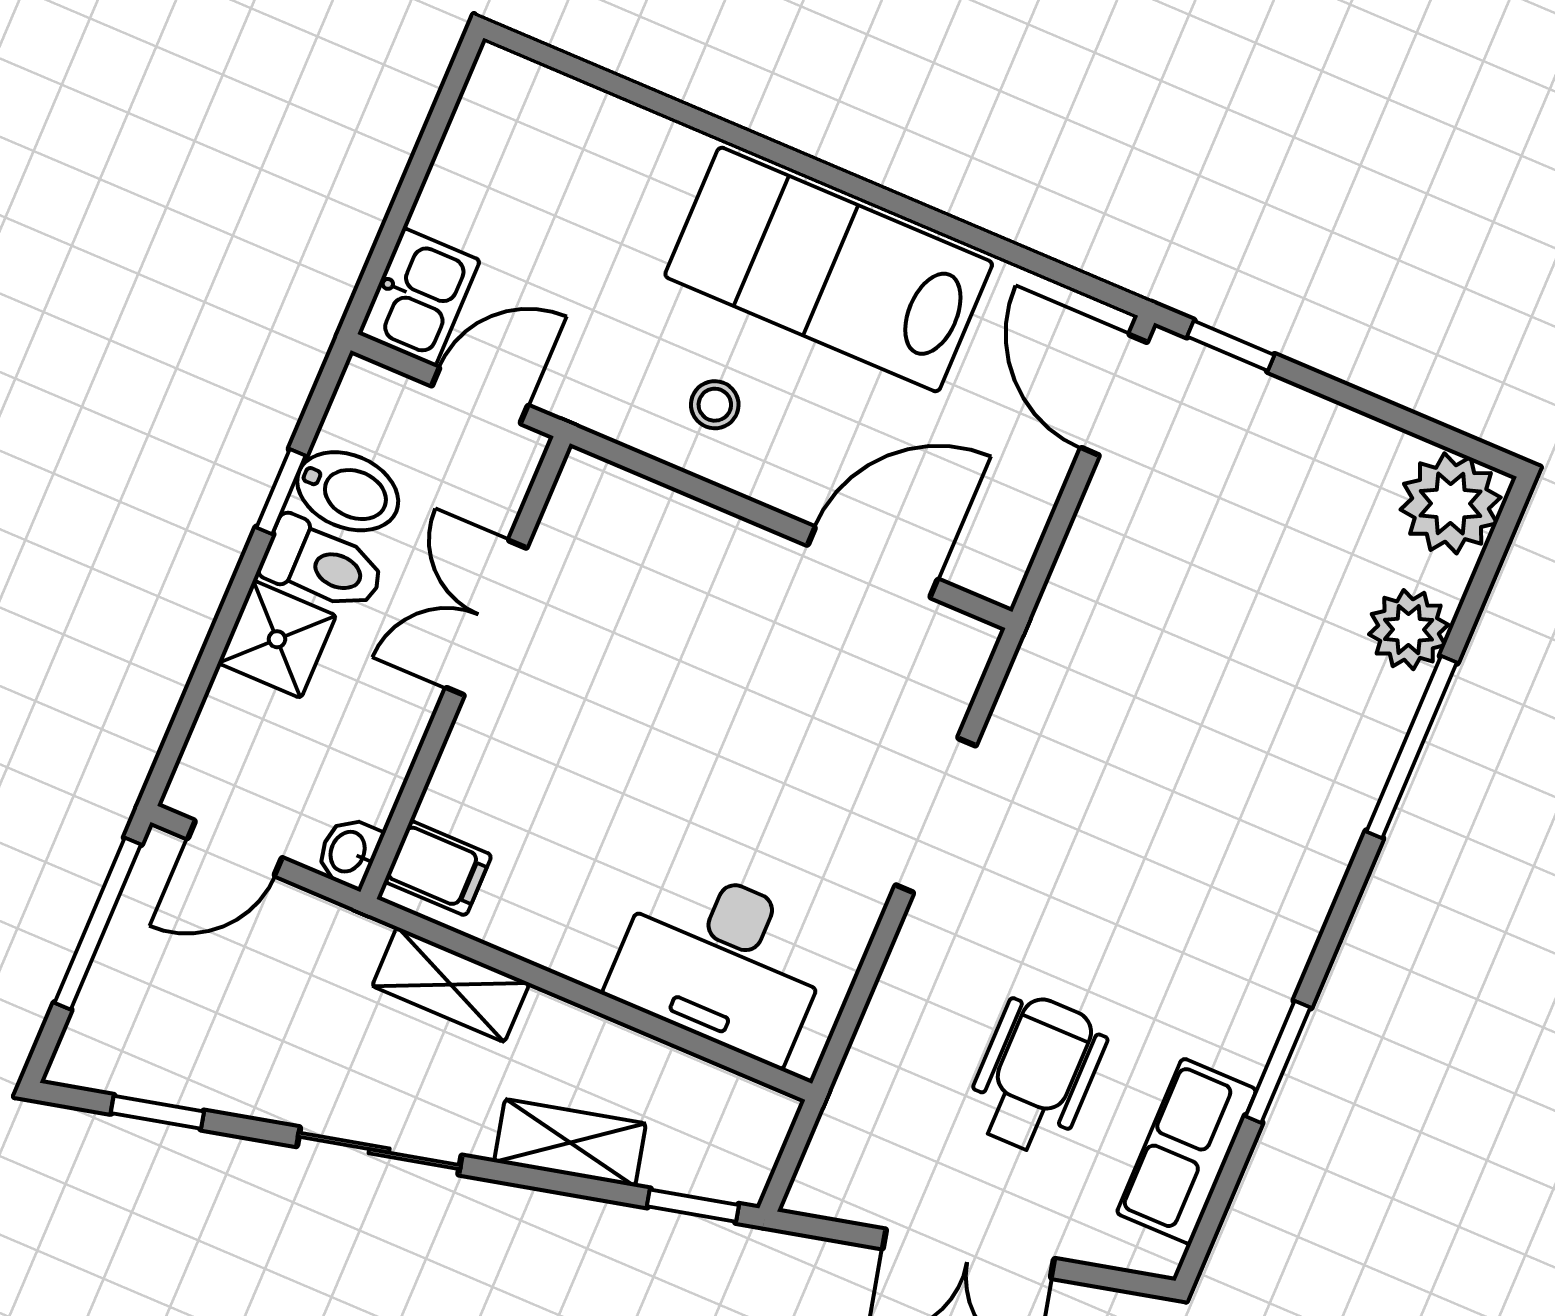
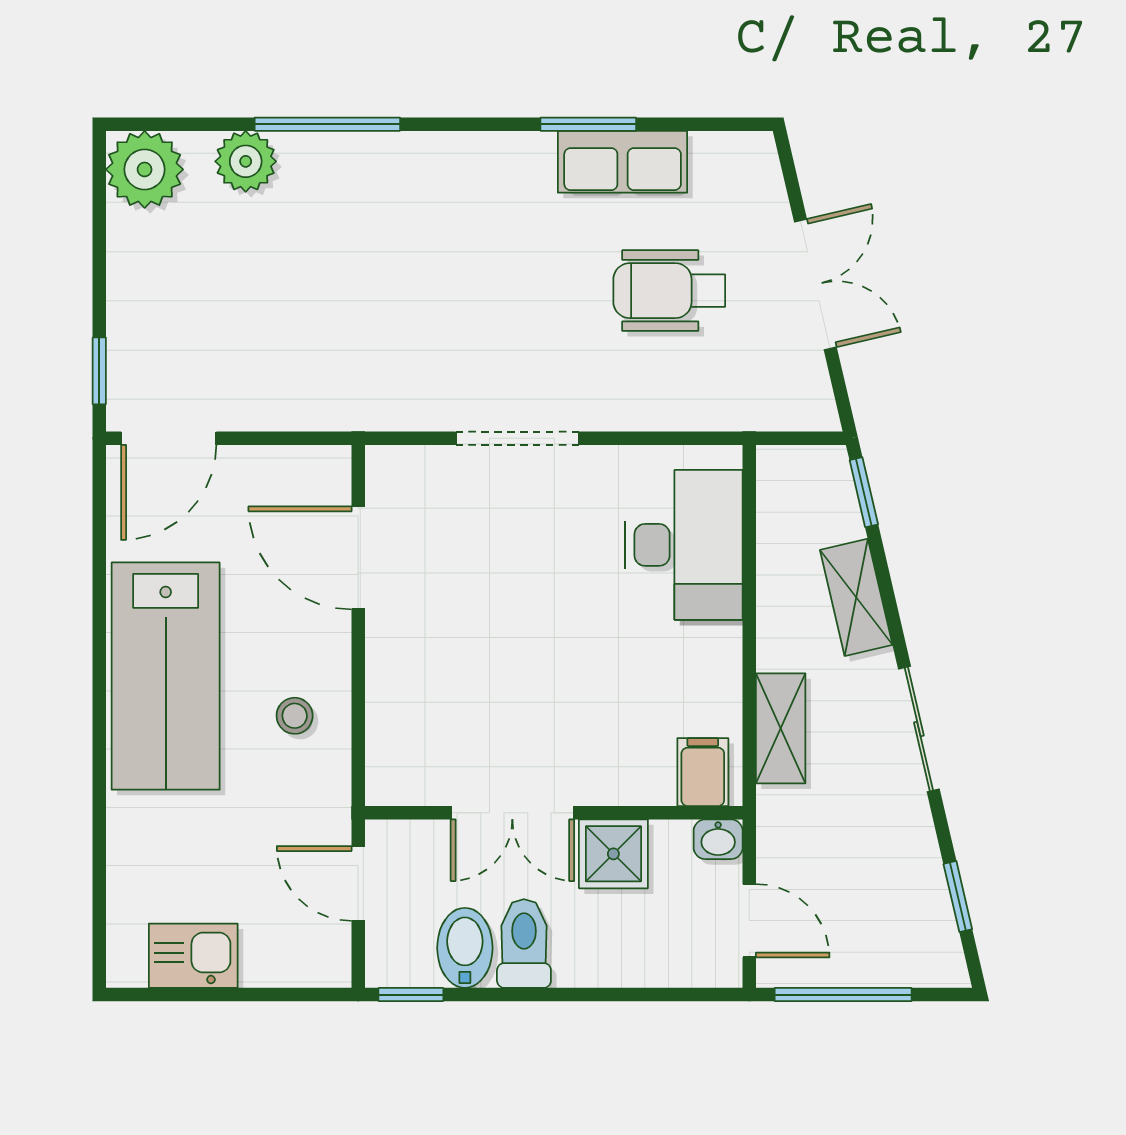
kitchen sink: (419, 297) -> (193, 956), moved
window: (281, 492) -> (411, 995), moved
shower: (277, 639) -> (613, 854), moved
row of seats: (1187, 1151) -> (623, 162), moved

